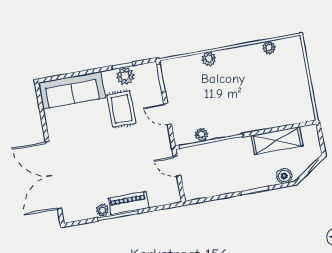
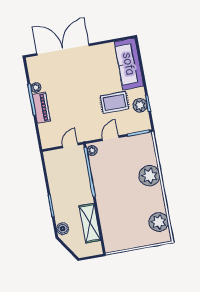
plant: (269, 47) -> (159, 222), width x1.88, depth x1.88
plant: (209, 59) -> (149, 176), width x1.88, depth x1.88
plant: (201, 134) -> (92, 150), moved

